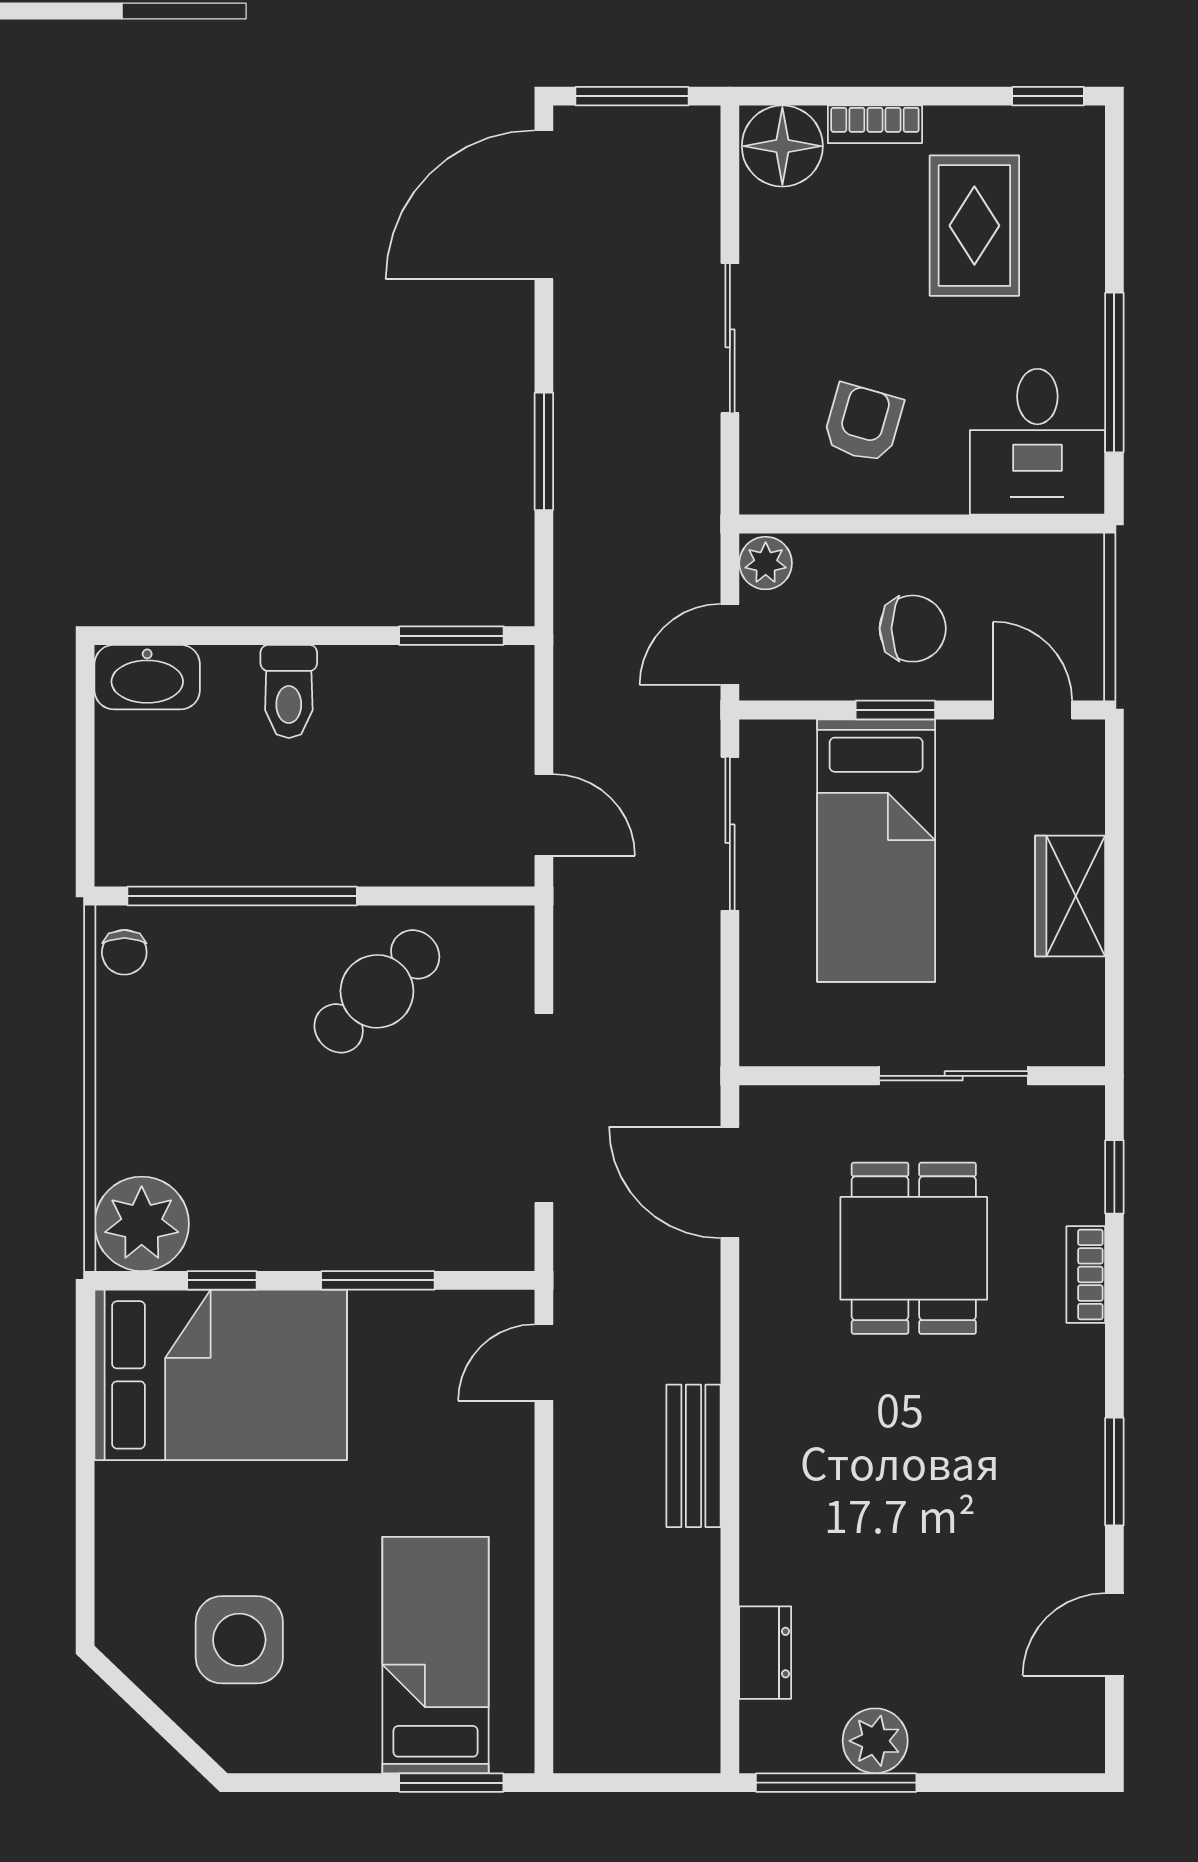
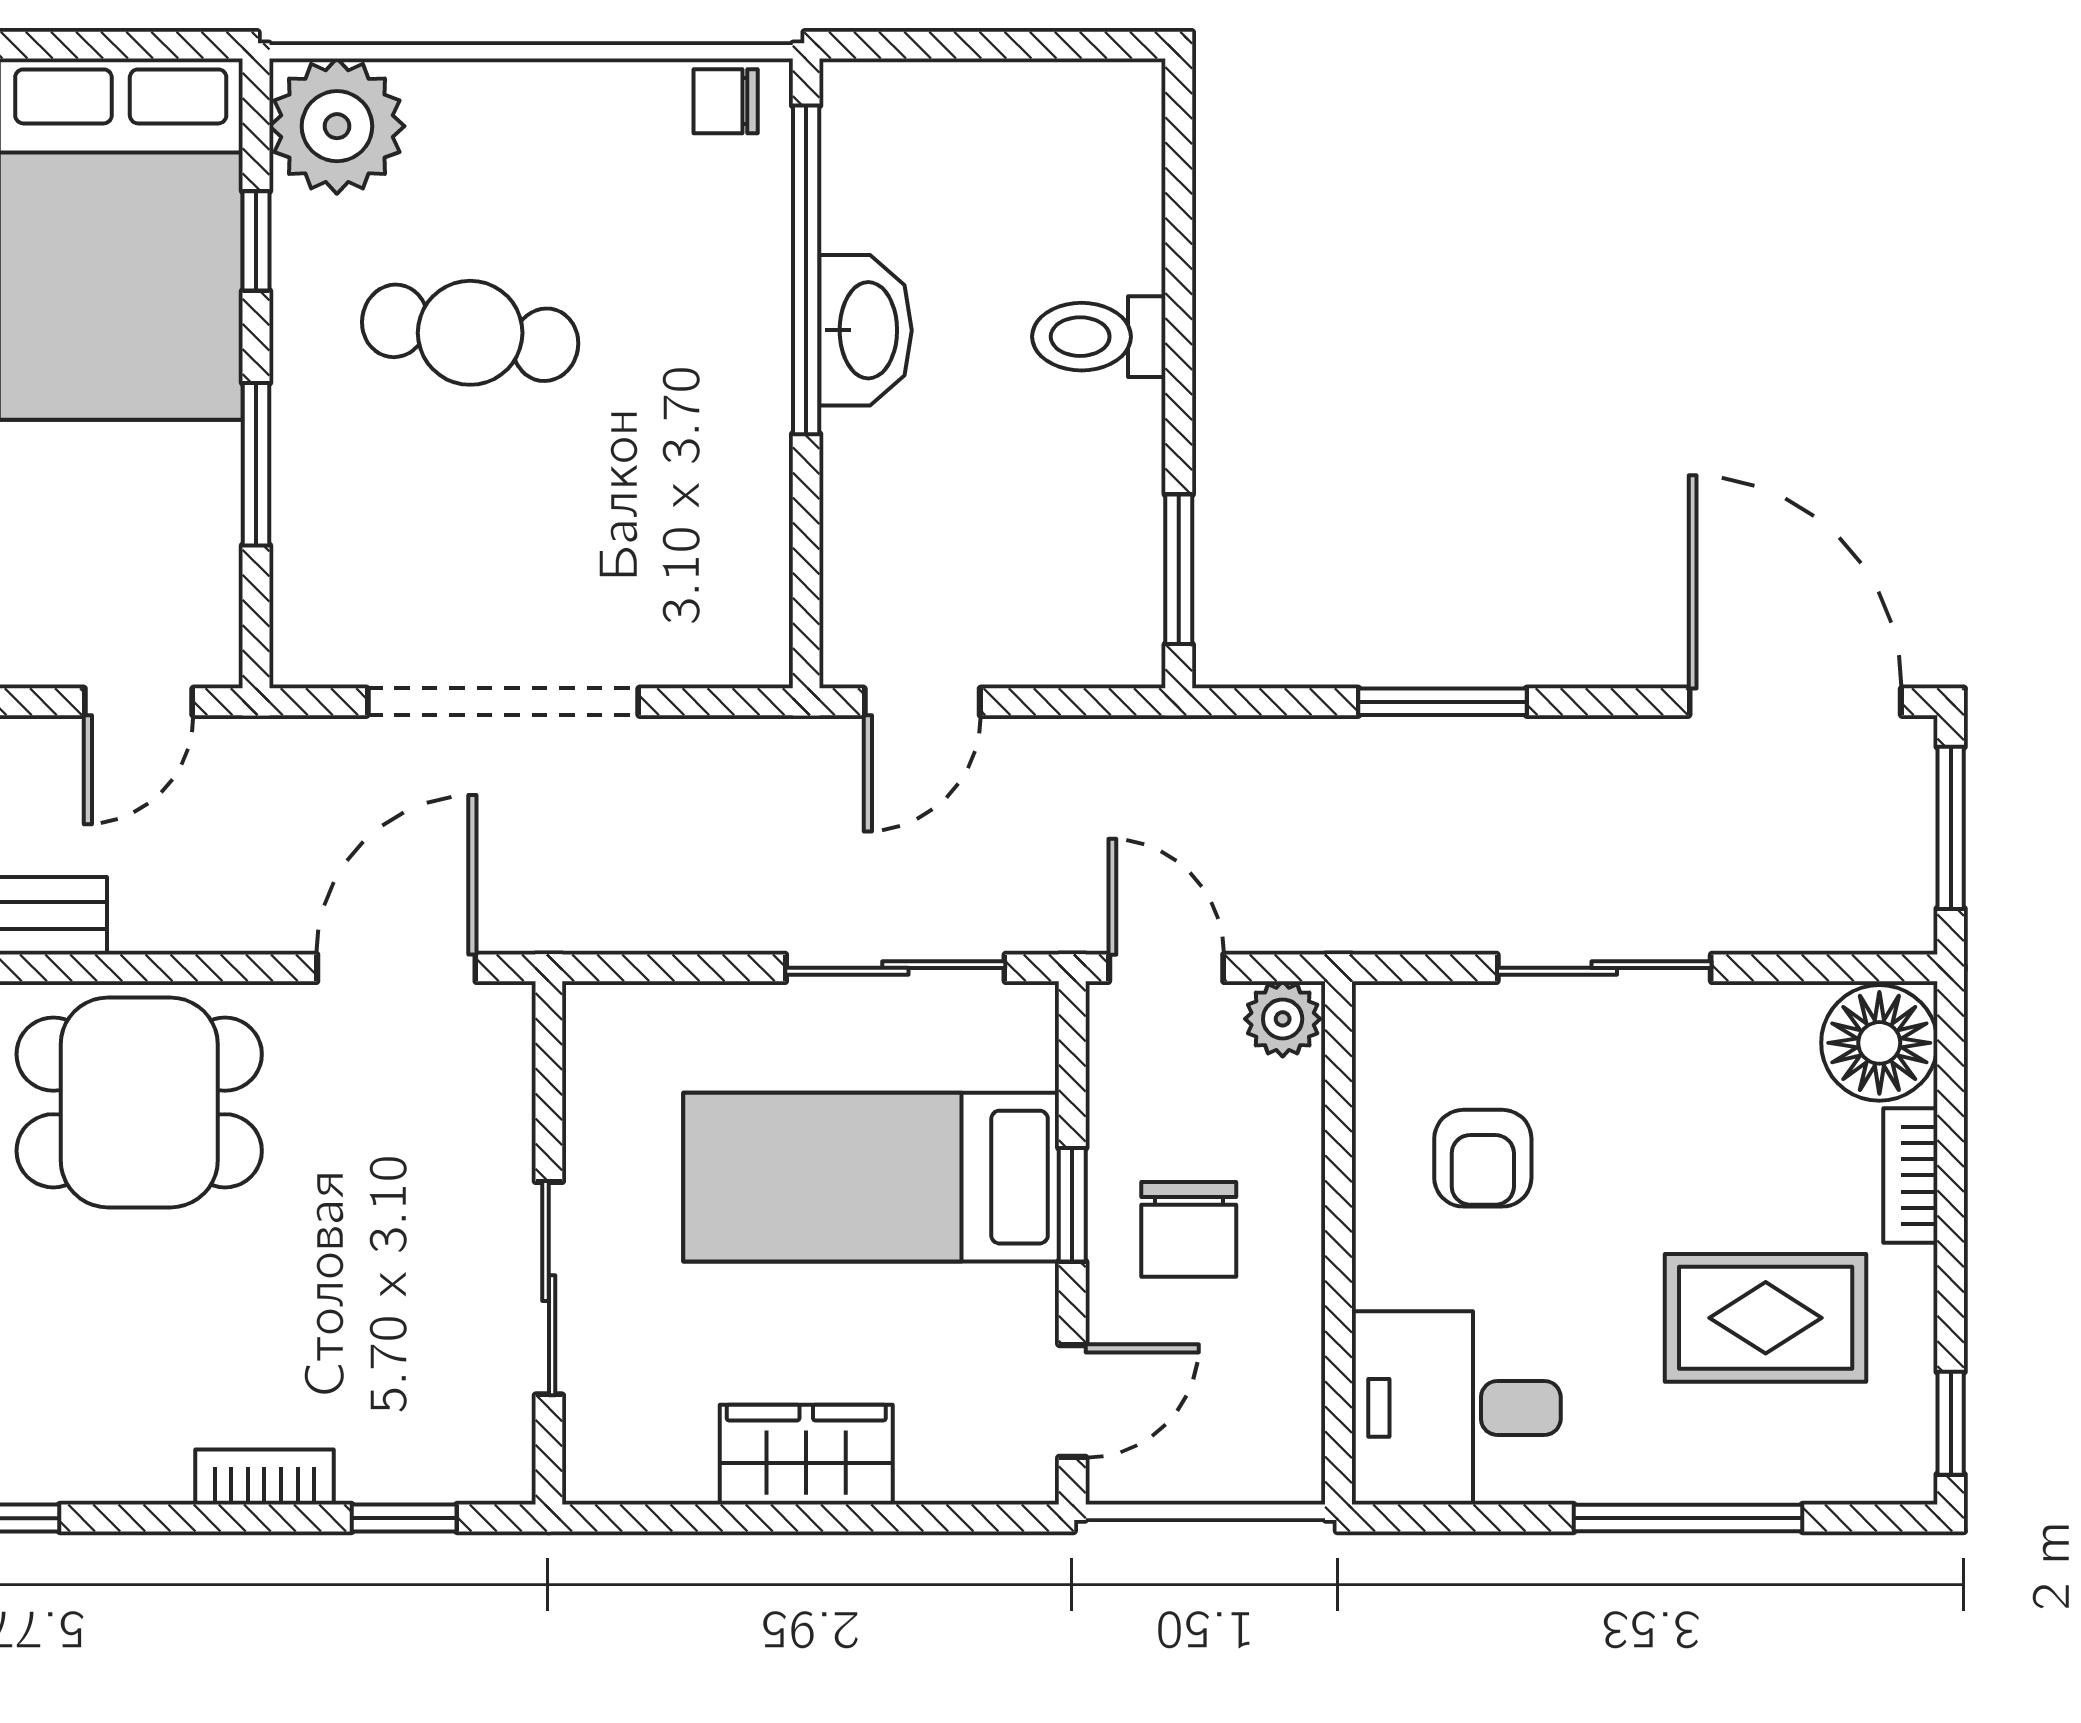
window: (1114, 373) -> (1688, 1518), moved
armchair: (863, 423) -> (1483, 1158), turned 74
washbasin: (147, 677) -> (866, 330), moved, turned 180
cafe table: (377, 991) -> (470, 333), moved, turned -37
dining table: (914, 1248) -> (139, 1102), moved
door: (544, 1362) -> (139, 702), swing flipped

